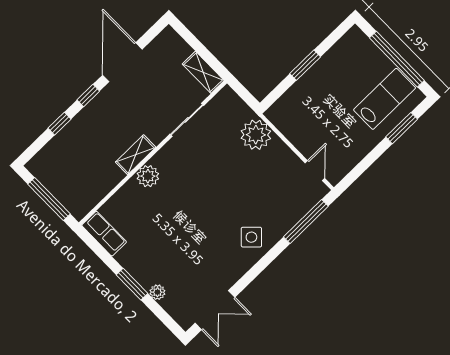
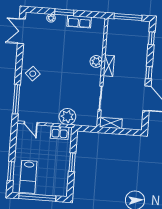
kitchen sink: (286, 122) -> (60, 133), added
window: (59, 124) -> (152, 38), moved
row of seats: (104, 234) -> (79, 22), moved

